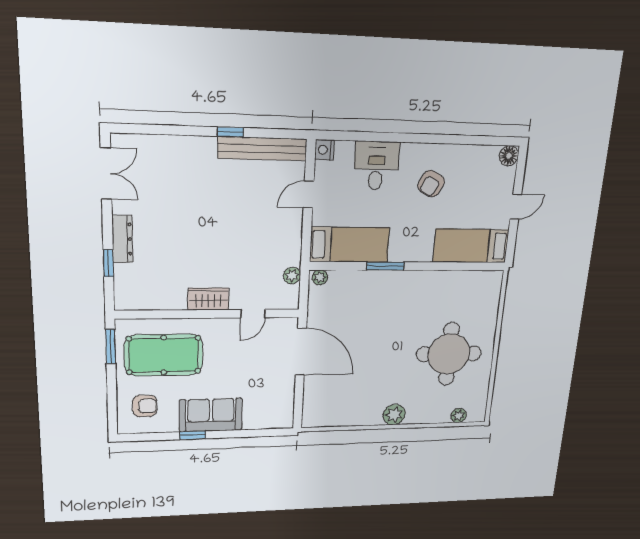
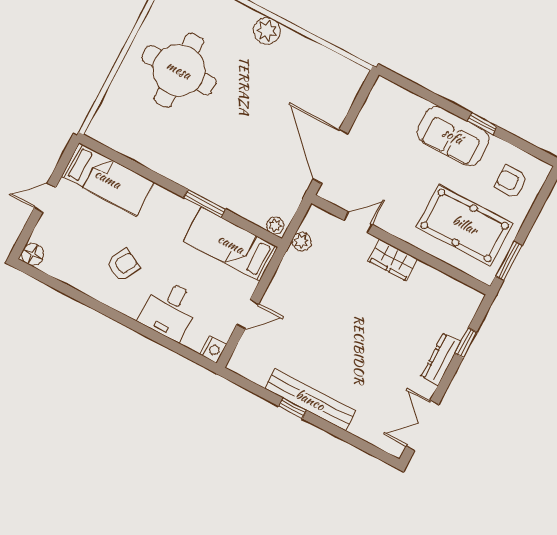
bench: (263, 149) -> (310, 400), moved

